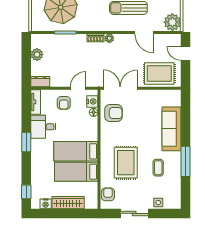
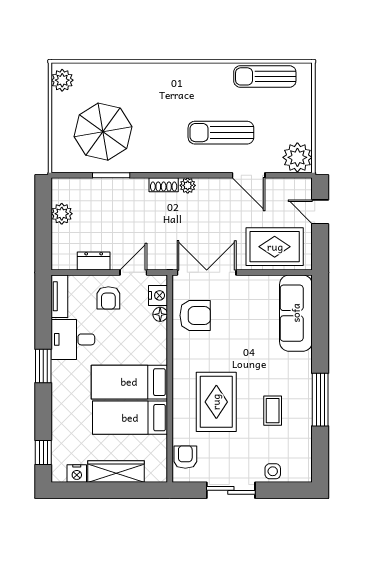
dresser: (40, 82) -> (94, 261), moved
sofa: (172, 129) -> (296, 313), moved

